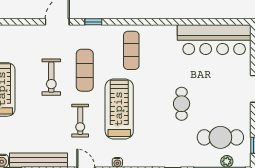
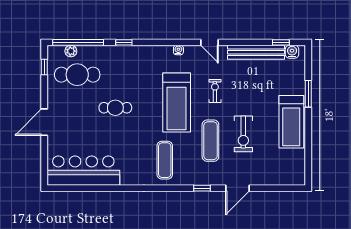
exercise bike: (51, 77) -> (243, 134), turned 180
cafe table: (182, 104) -> (115, 108), turned 90
exercise bike: (80, 121) -> (215, 91), width x0.73, depth x0.72

